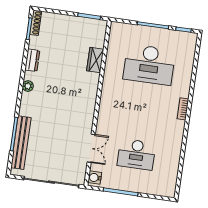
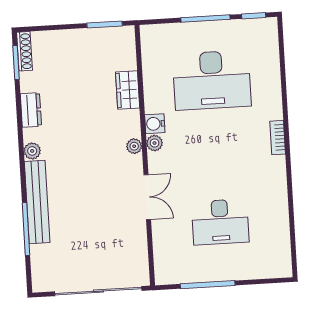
plant: (92, 96) -> (134, 146), added
plant: (105, 97) -> (155, 143), added
bench: (21, 143) -> (37, 202), moved
double door: (91, 148) -> (147, 197), moved
water cooler: (95, 178) -> (155, 124), moved

